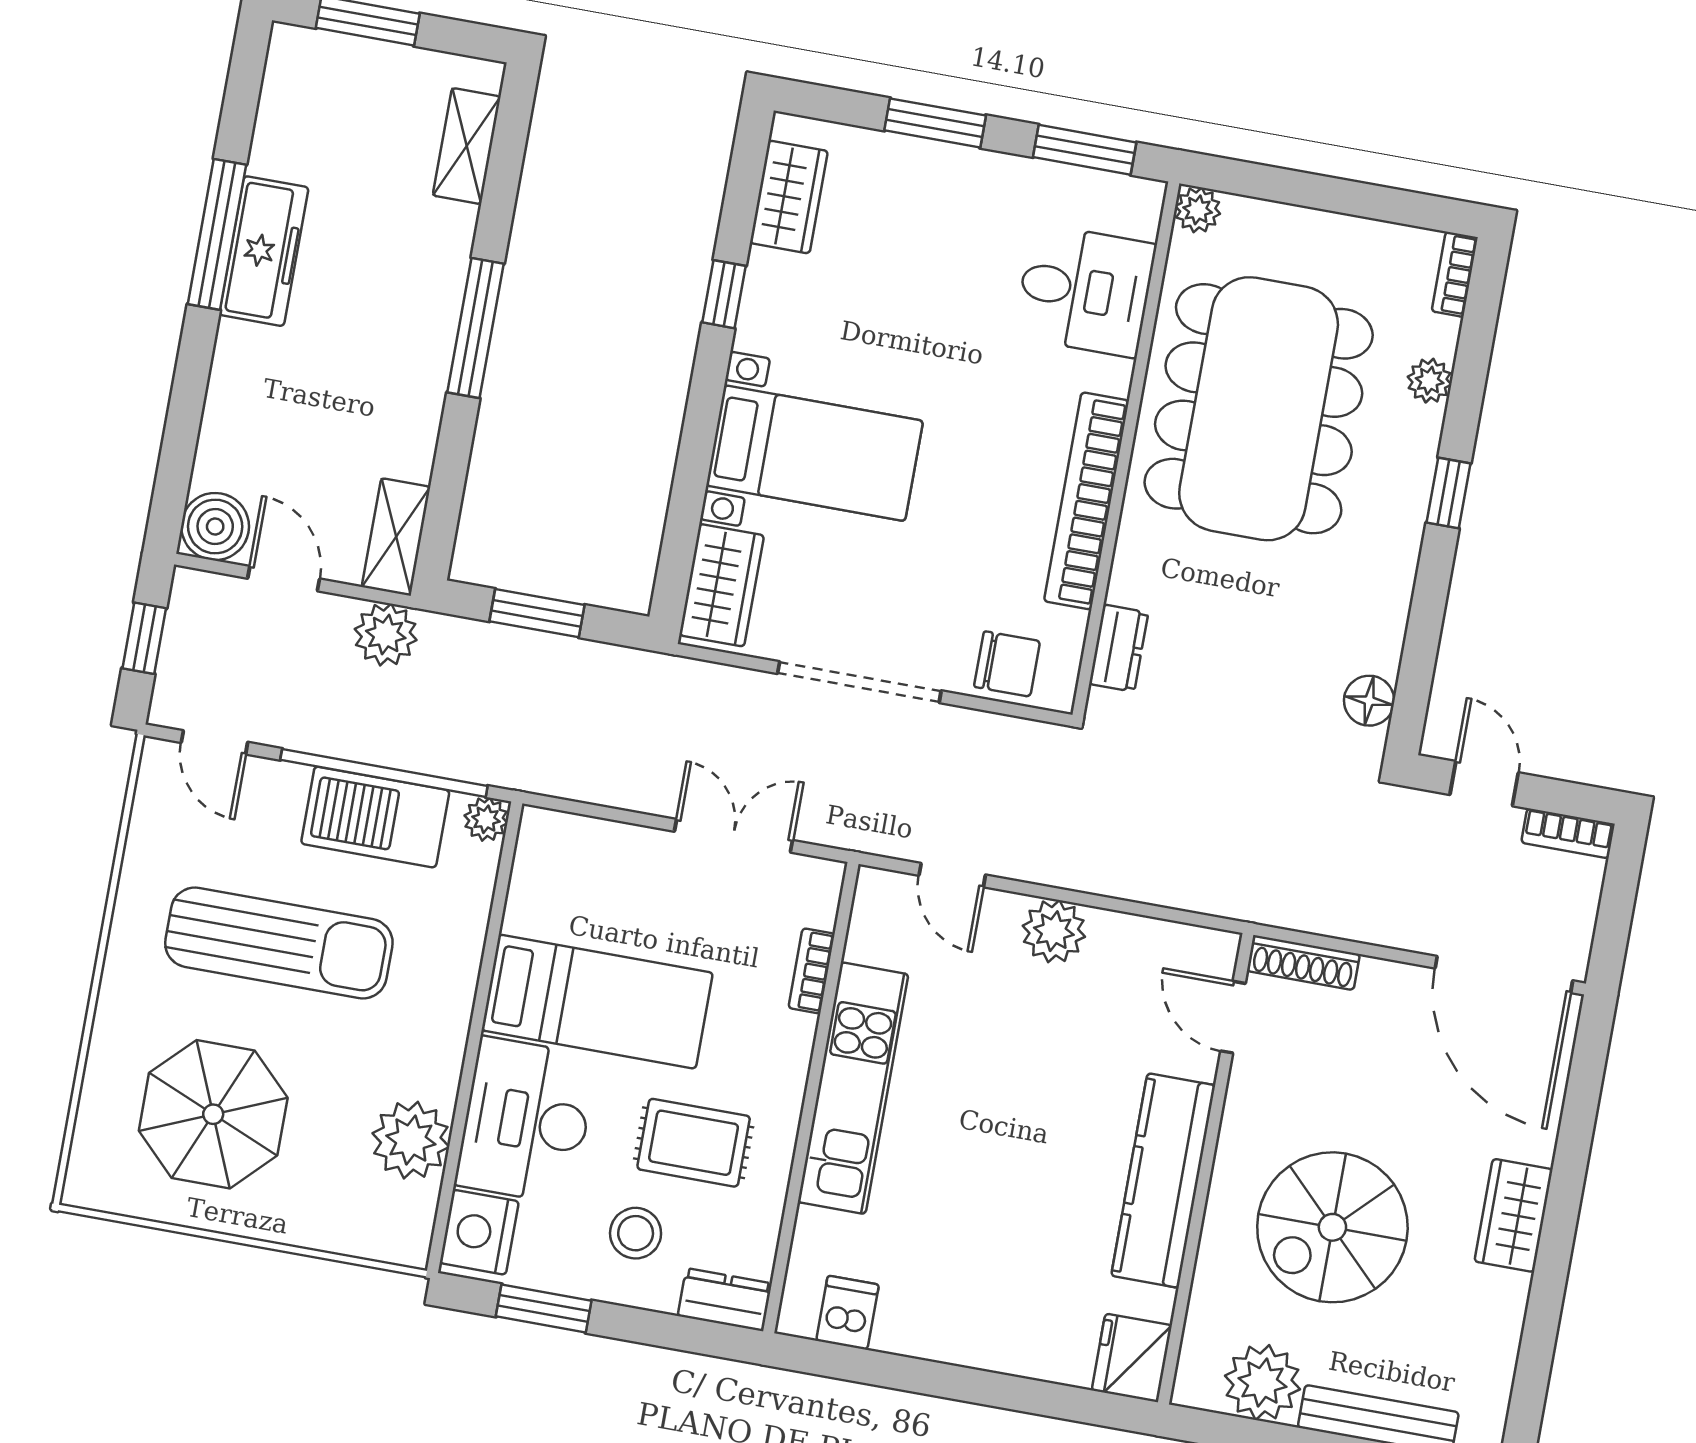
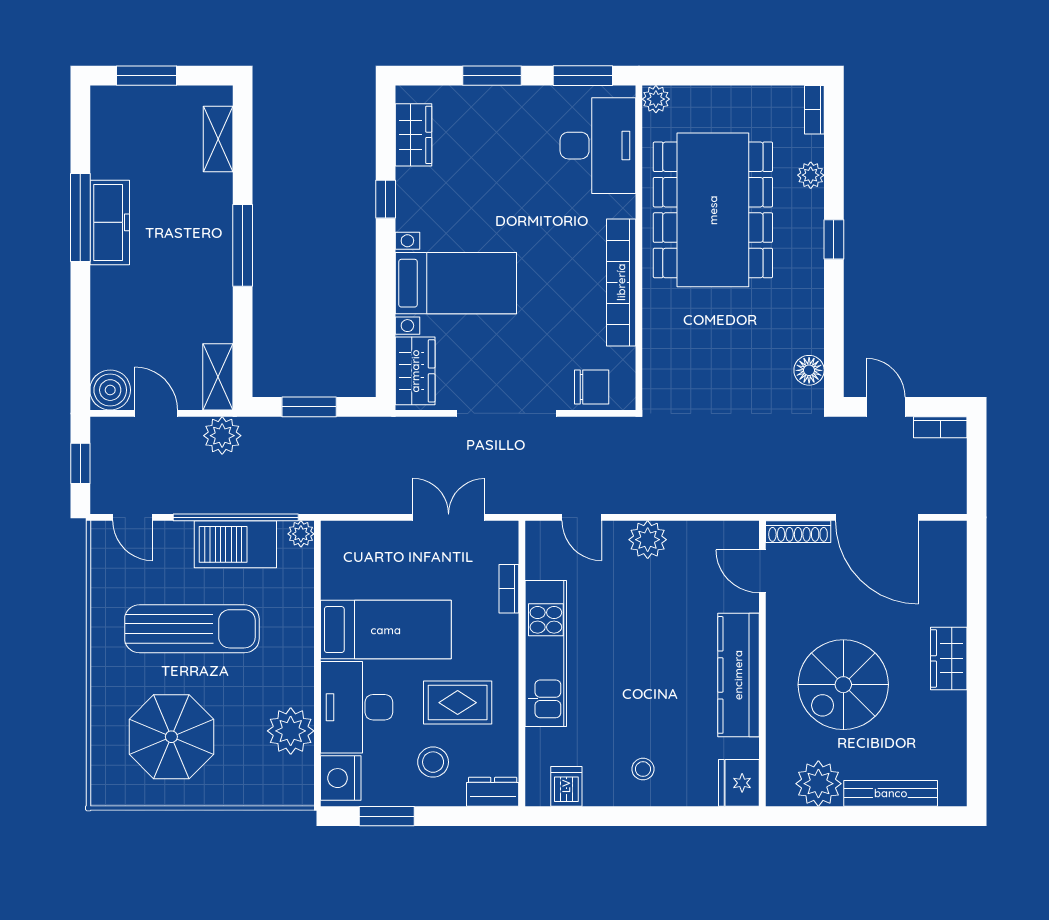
desk: (1085, 290) -> (598, 146), width x1.37
dresser: (1119, 648) -> (656, 366), removed
door: (1504, 974) -> (877, 517), moved
stool: (978, 1307) -> (643, 769), added

